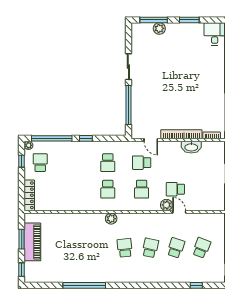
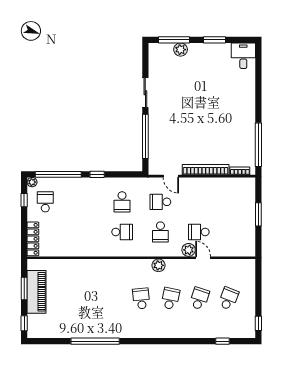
washbasin: (191, 147) -> (217, 184), removed
school desk: (108, 189) -> (122, 232), turned -90
plant: (111, 219) -> (158, 265), moved

